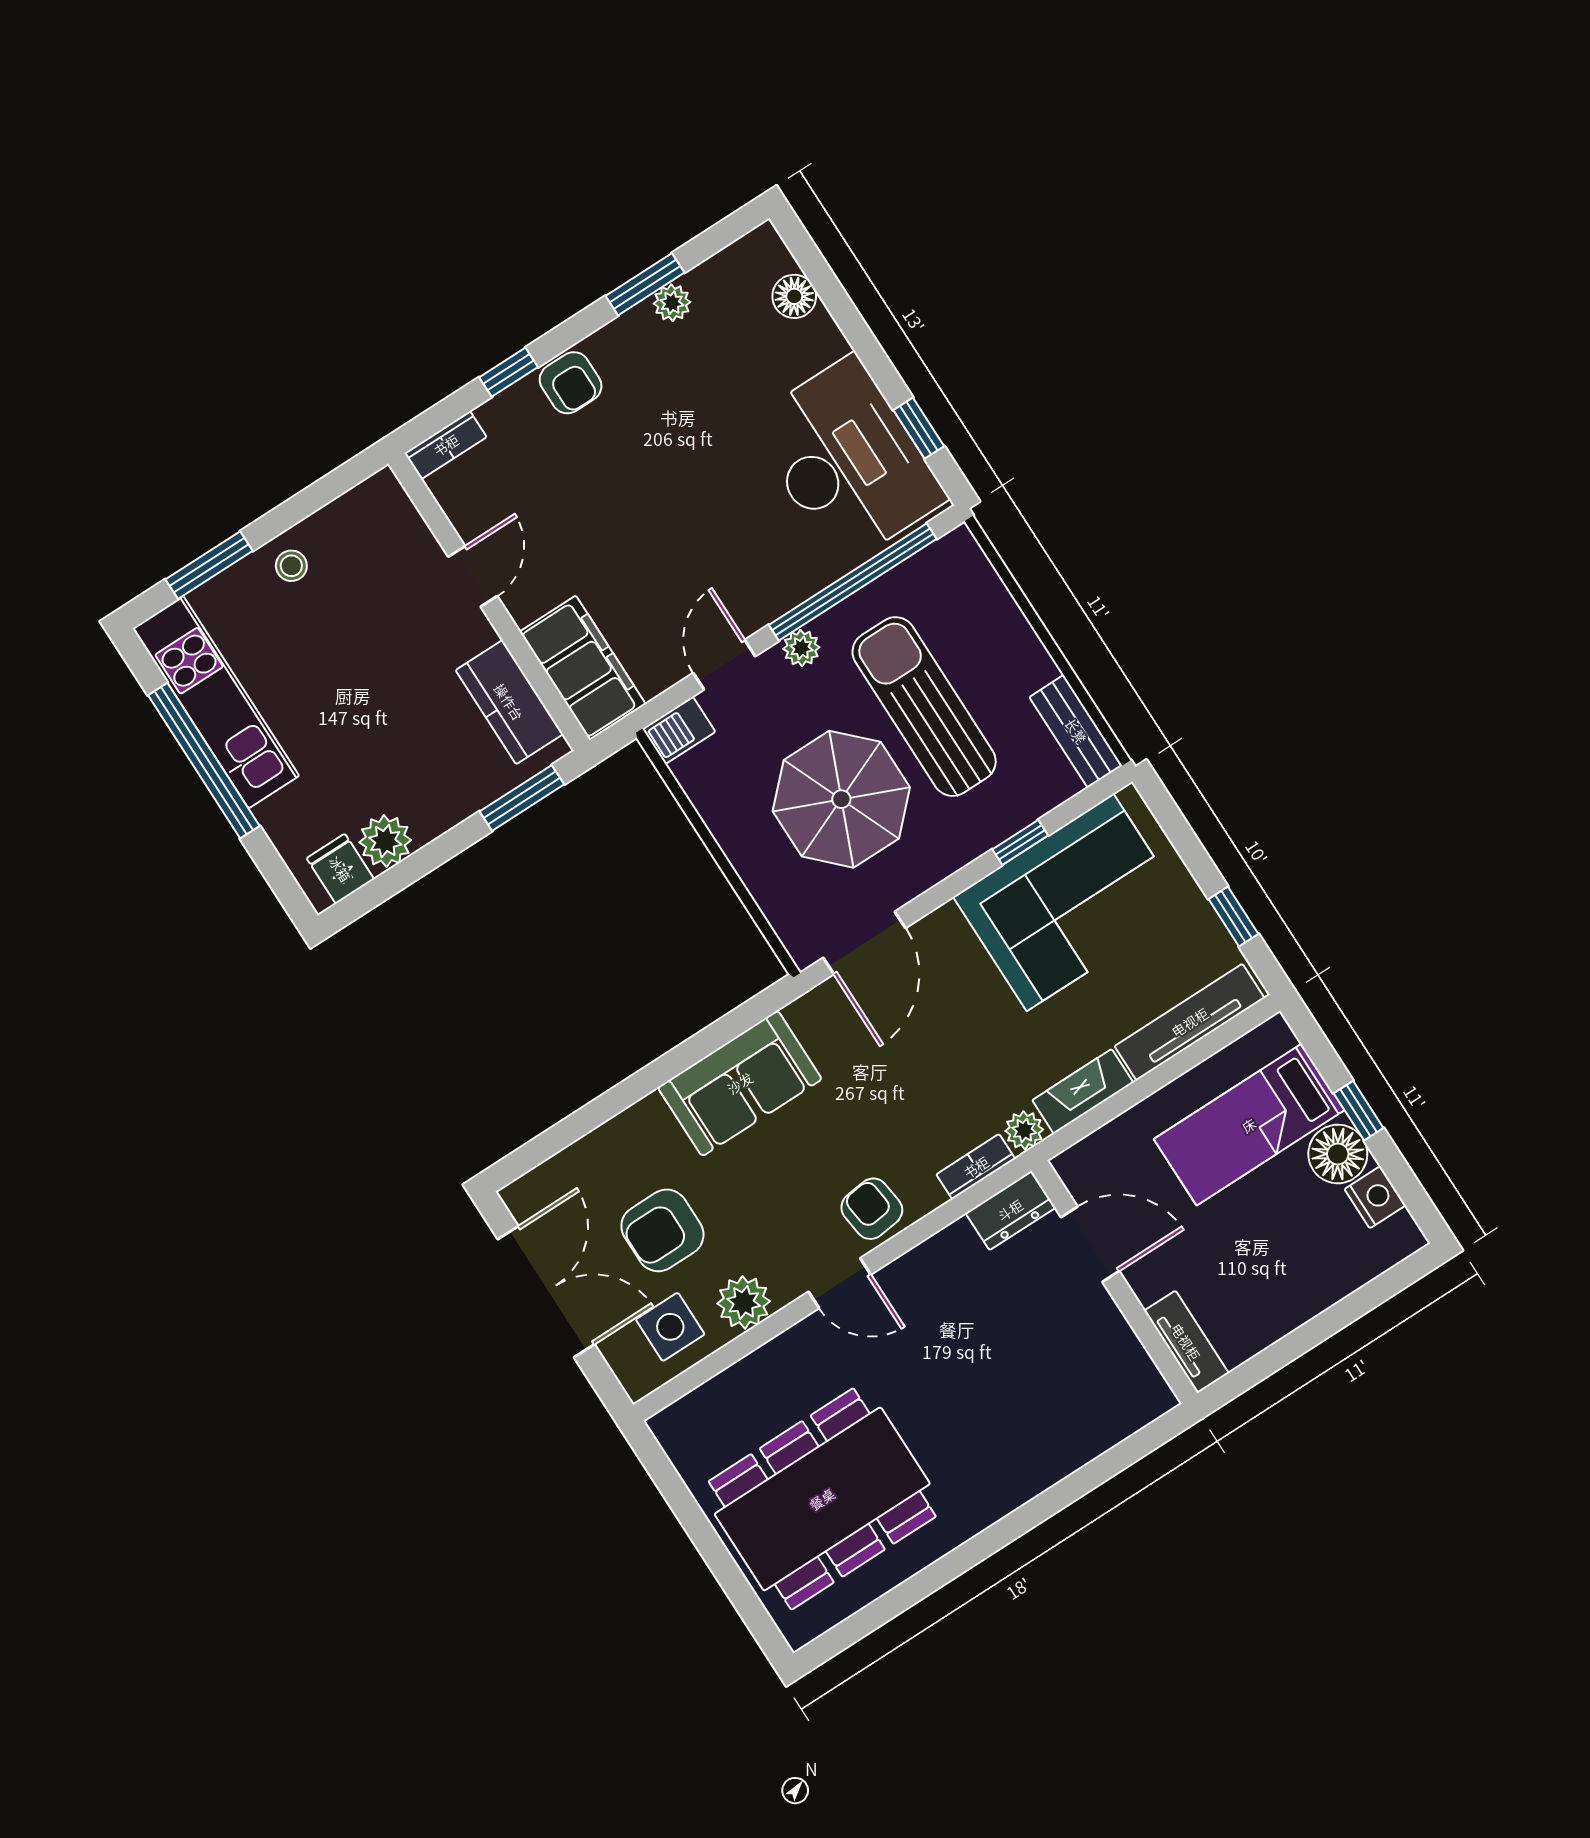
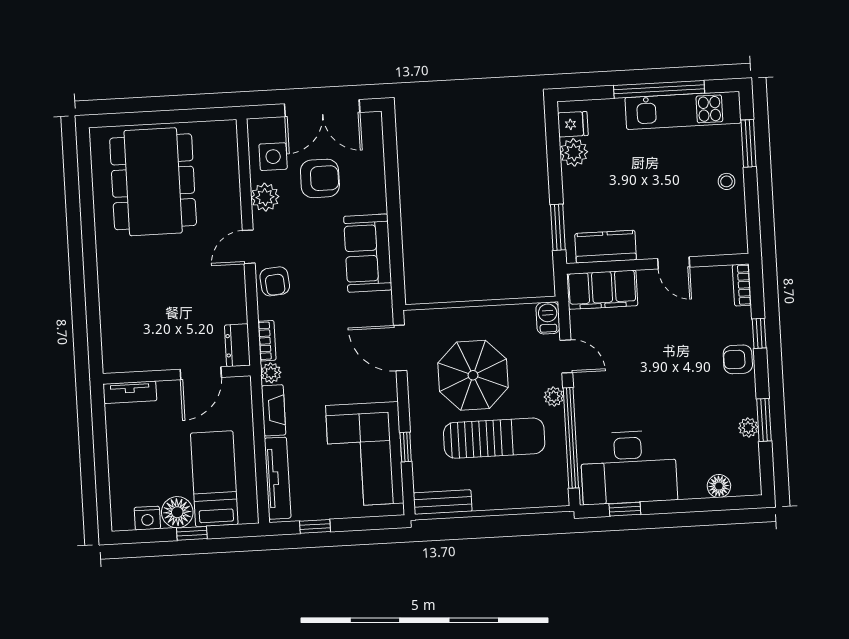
armchair: (872, 1209) -> (275, 281), turned 92
armchair: (662, 1230) -> (320, 178), turned 90

